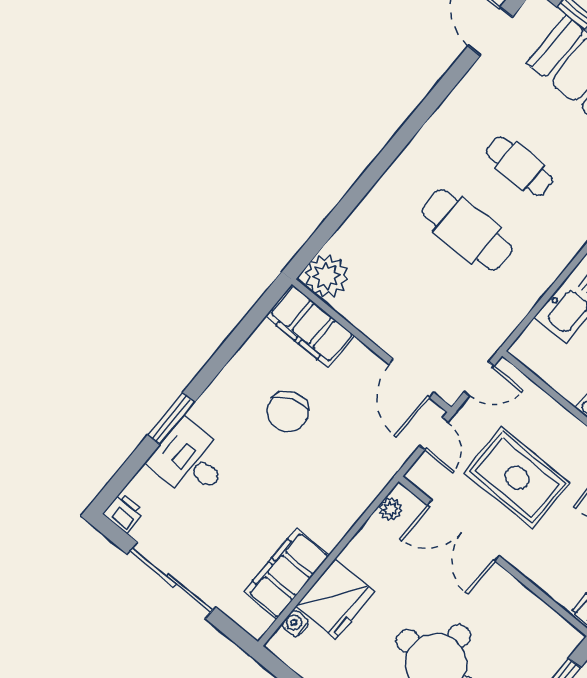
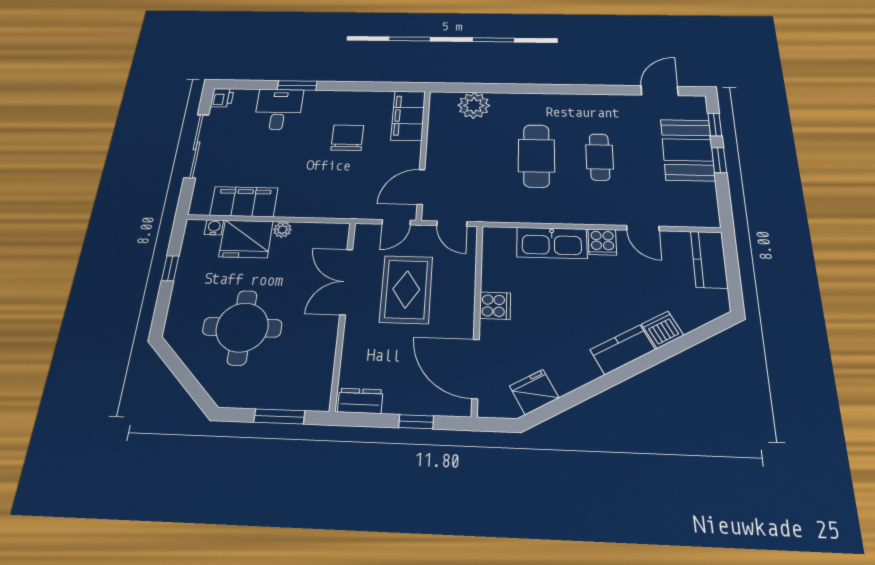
plant: (327, 276) -> (474, 105), moved
chair: (288, 412) -> (347, 138), turned 112
plant: (390, 509) -> (282, 230), moved

